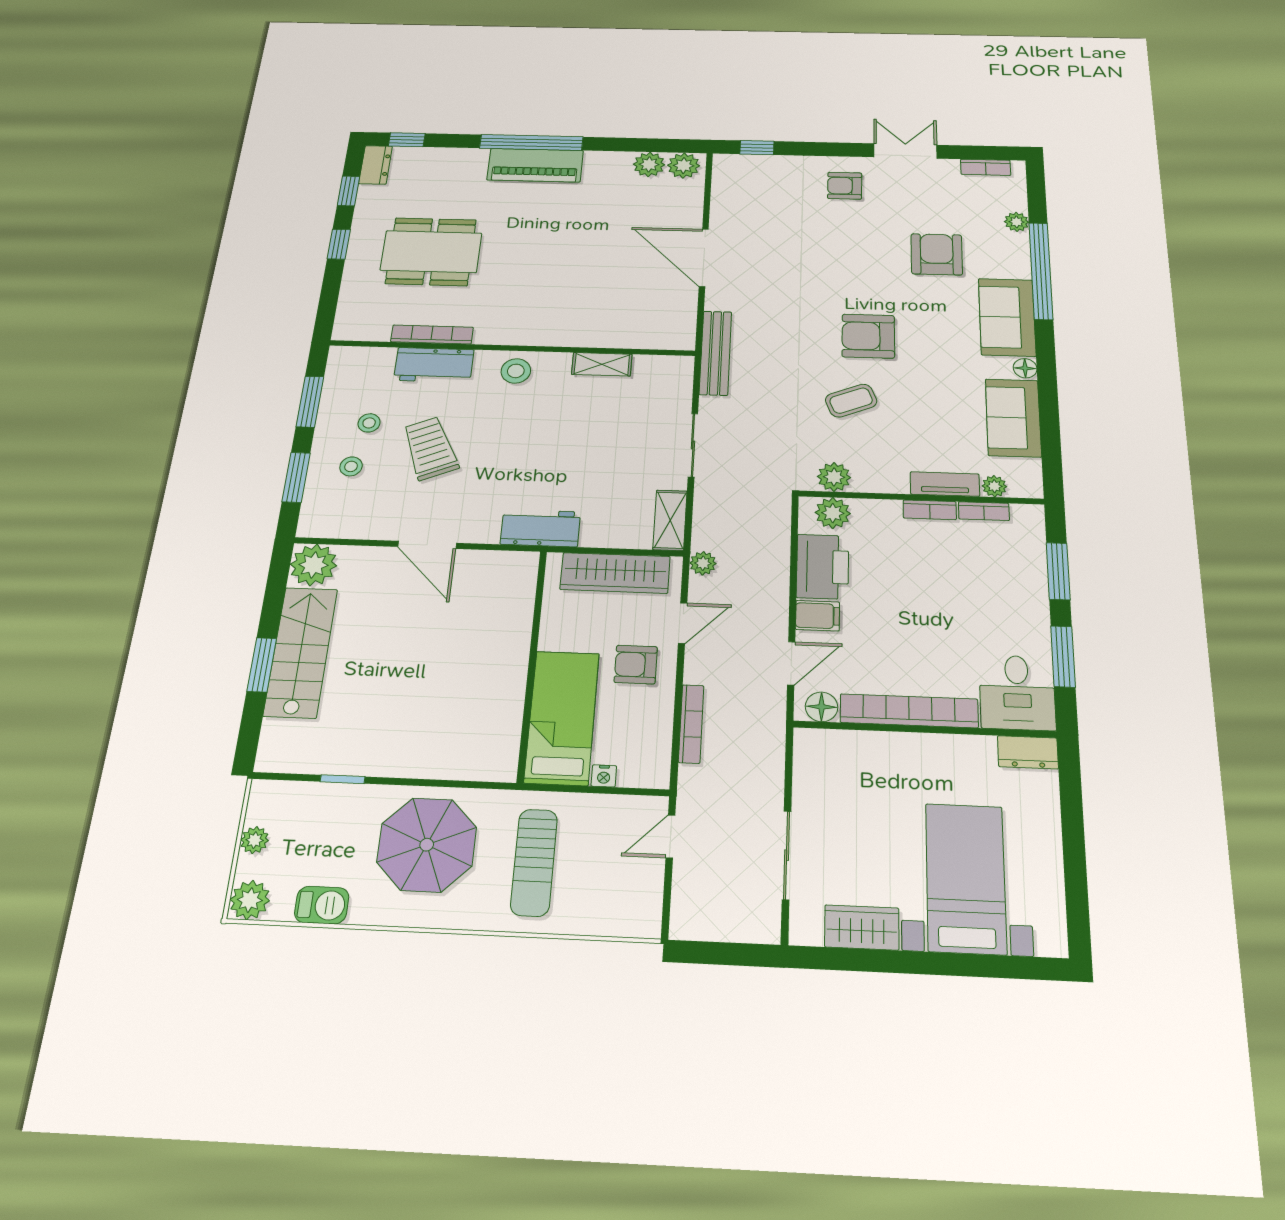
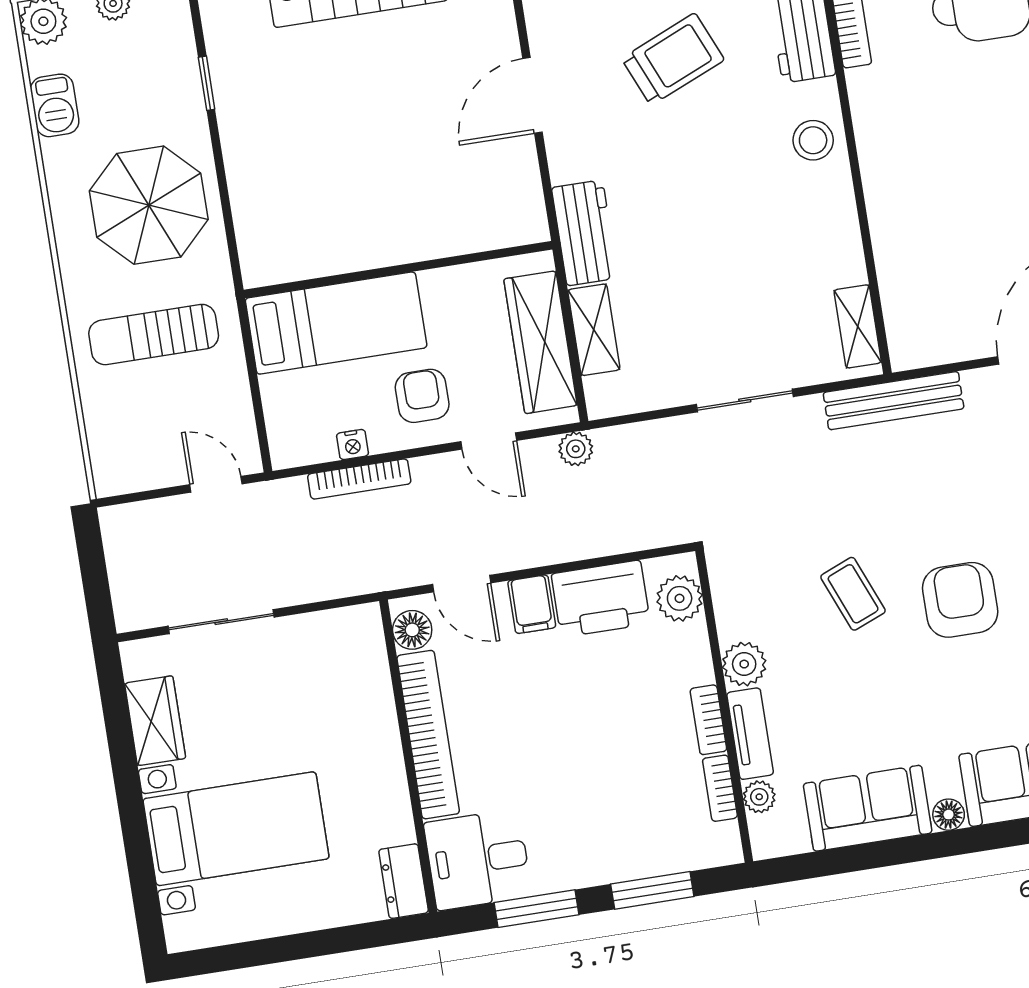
shelving: (602, 364) -> (858, 326), moved
plant: (834, 477) -> (744, 664), moved
shelving: (670, 520) -> (594, 330), moved, turned 90
nightstand: (604, 776) -> (353, 445), moved, turned -90

